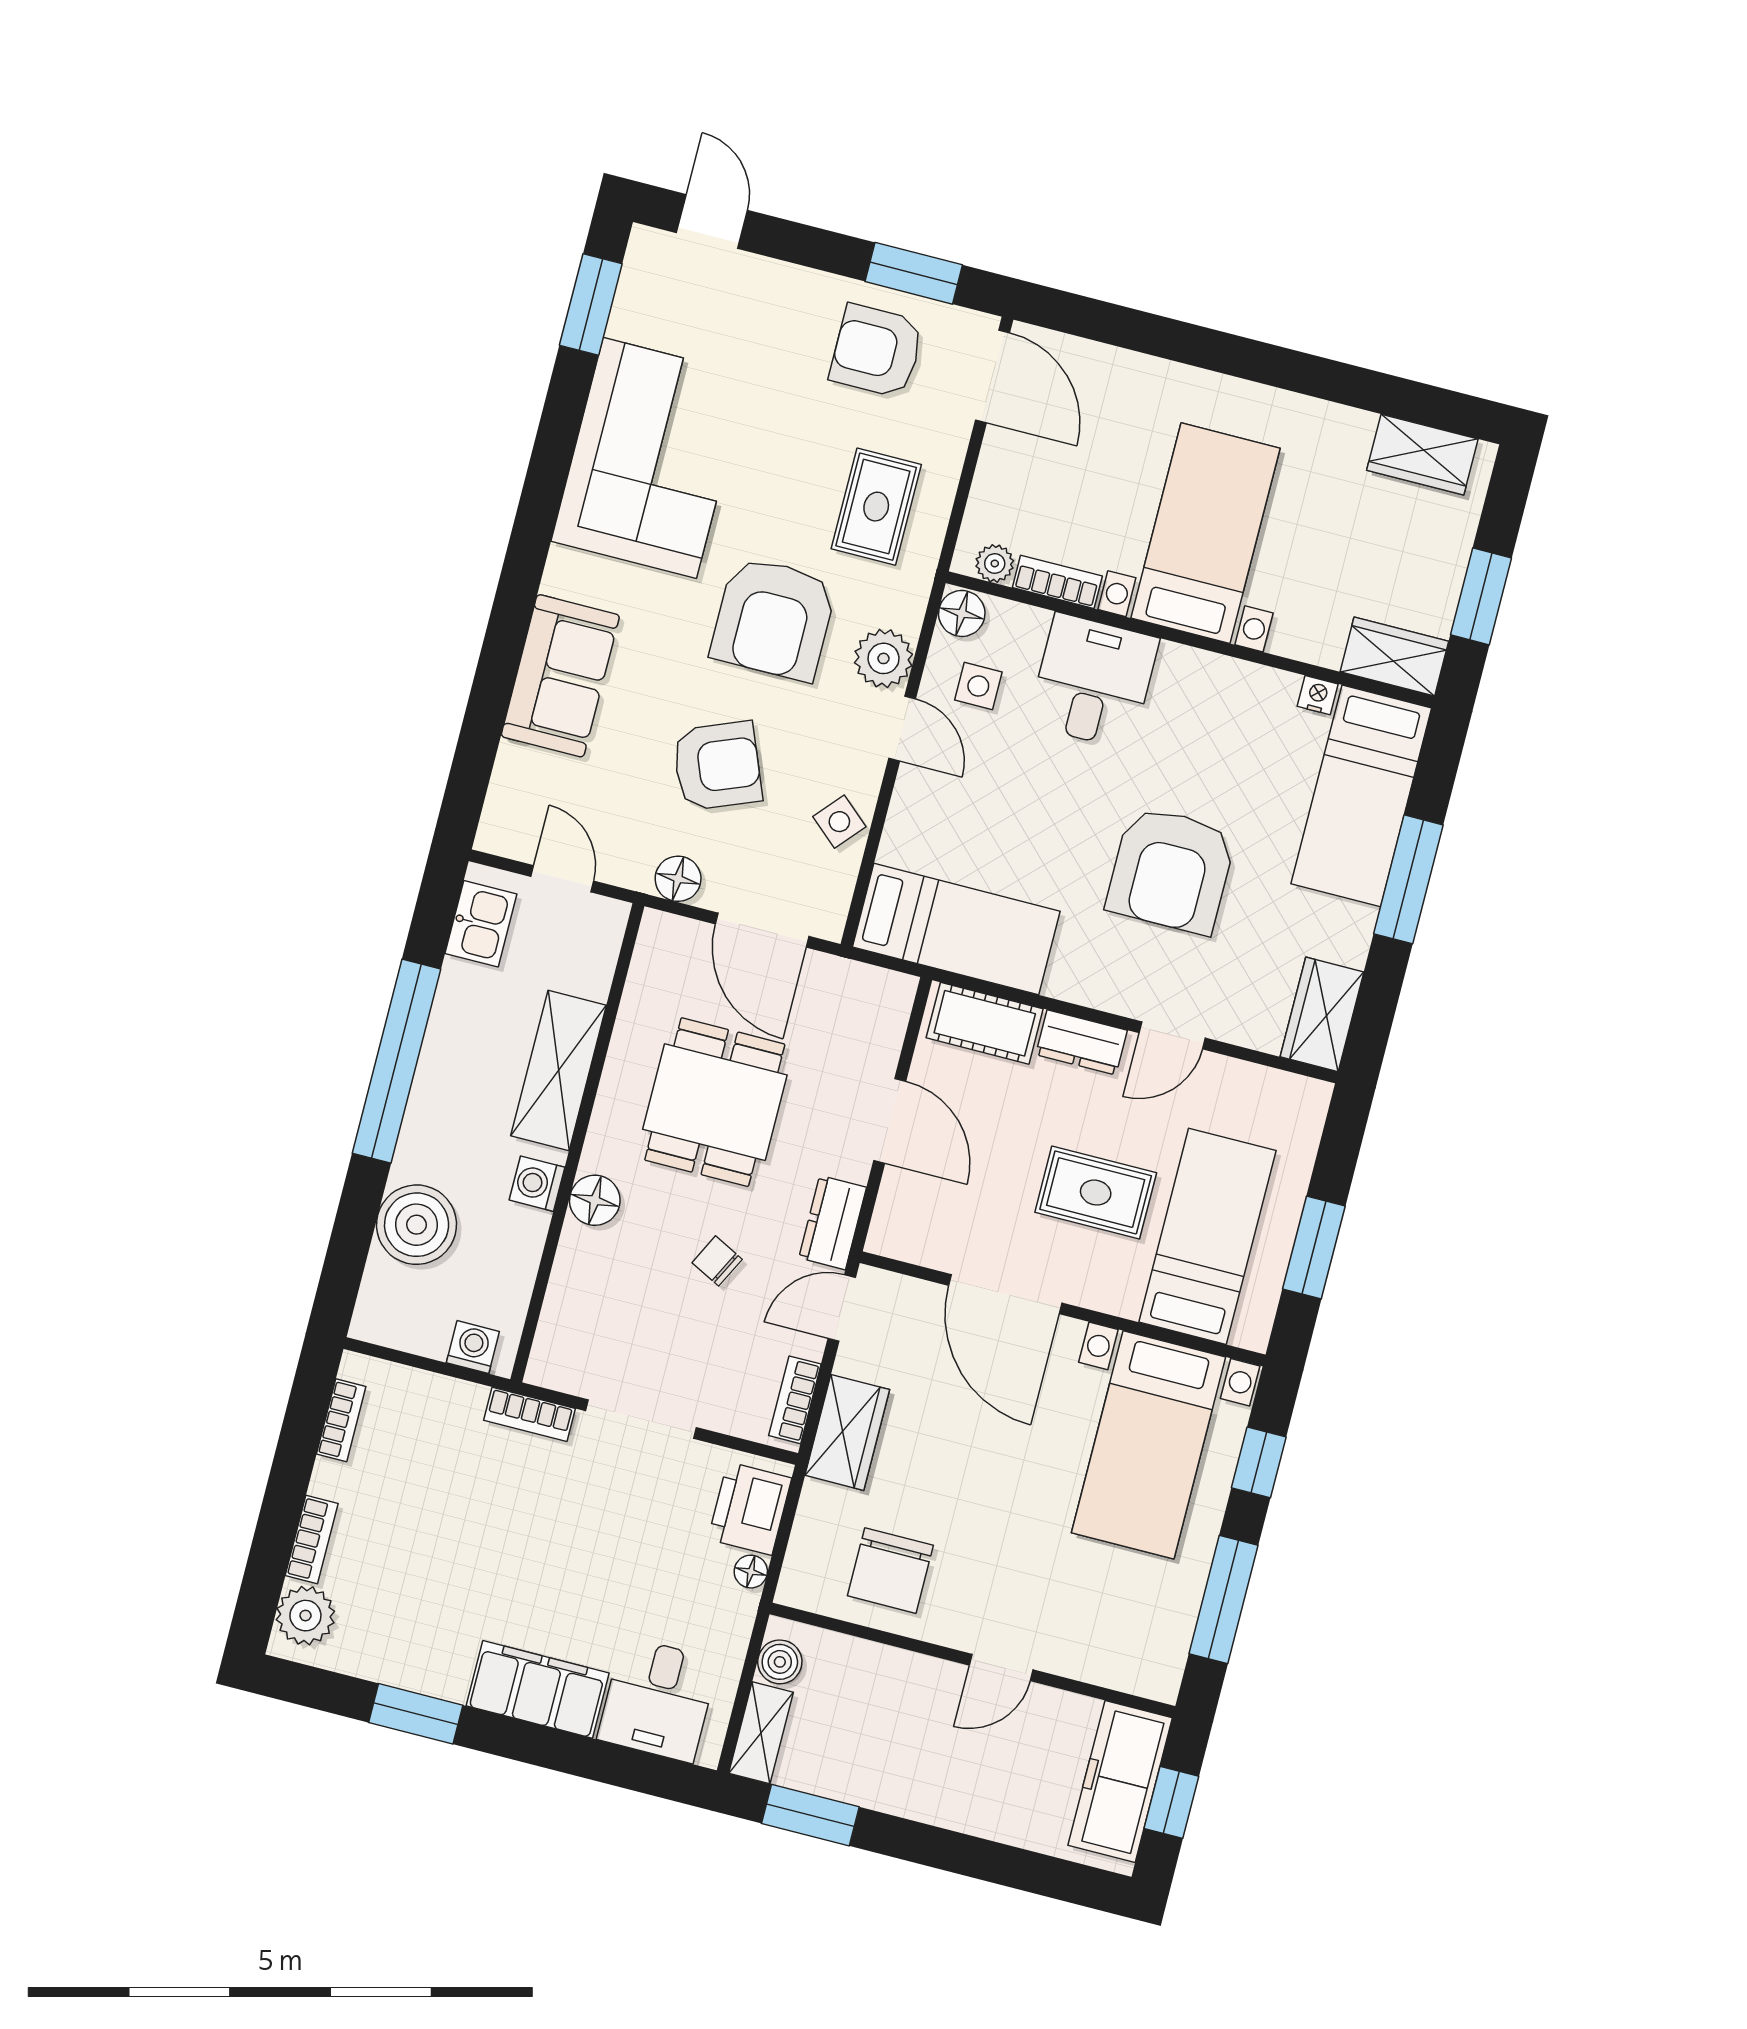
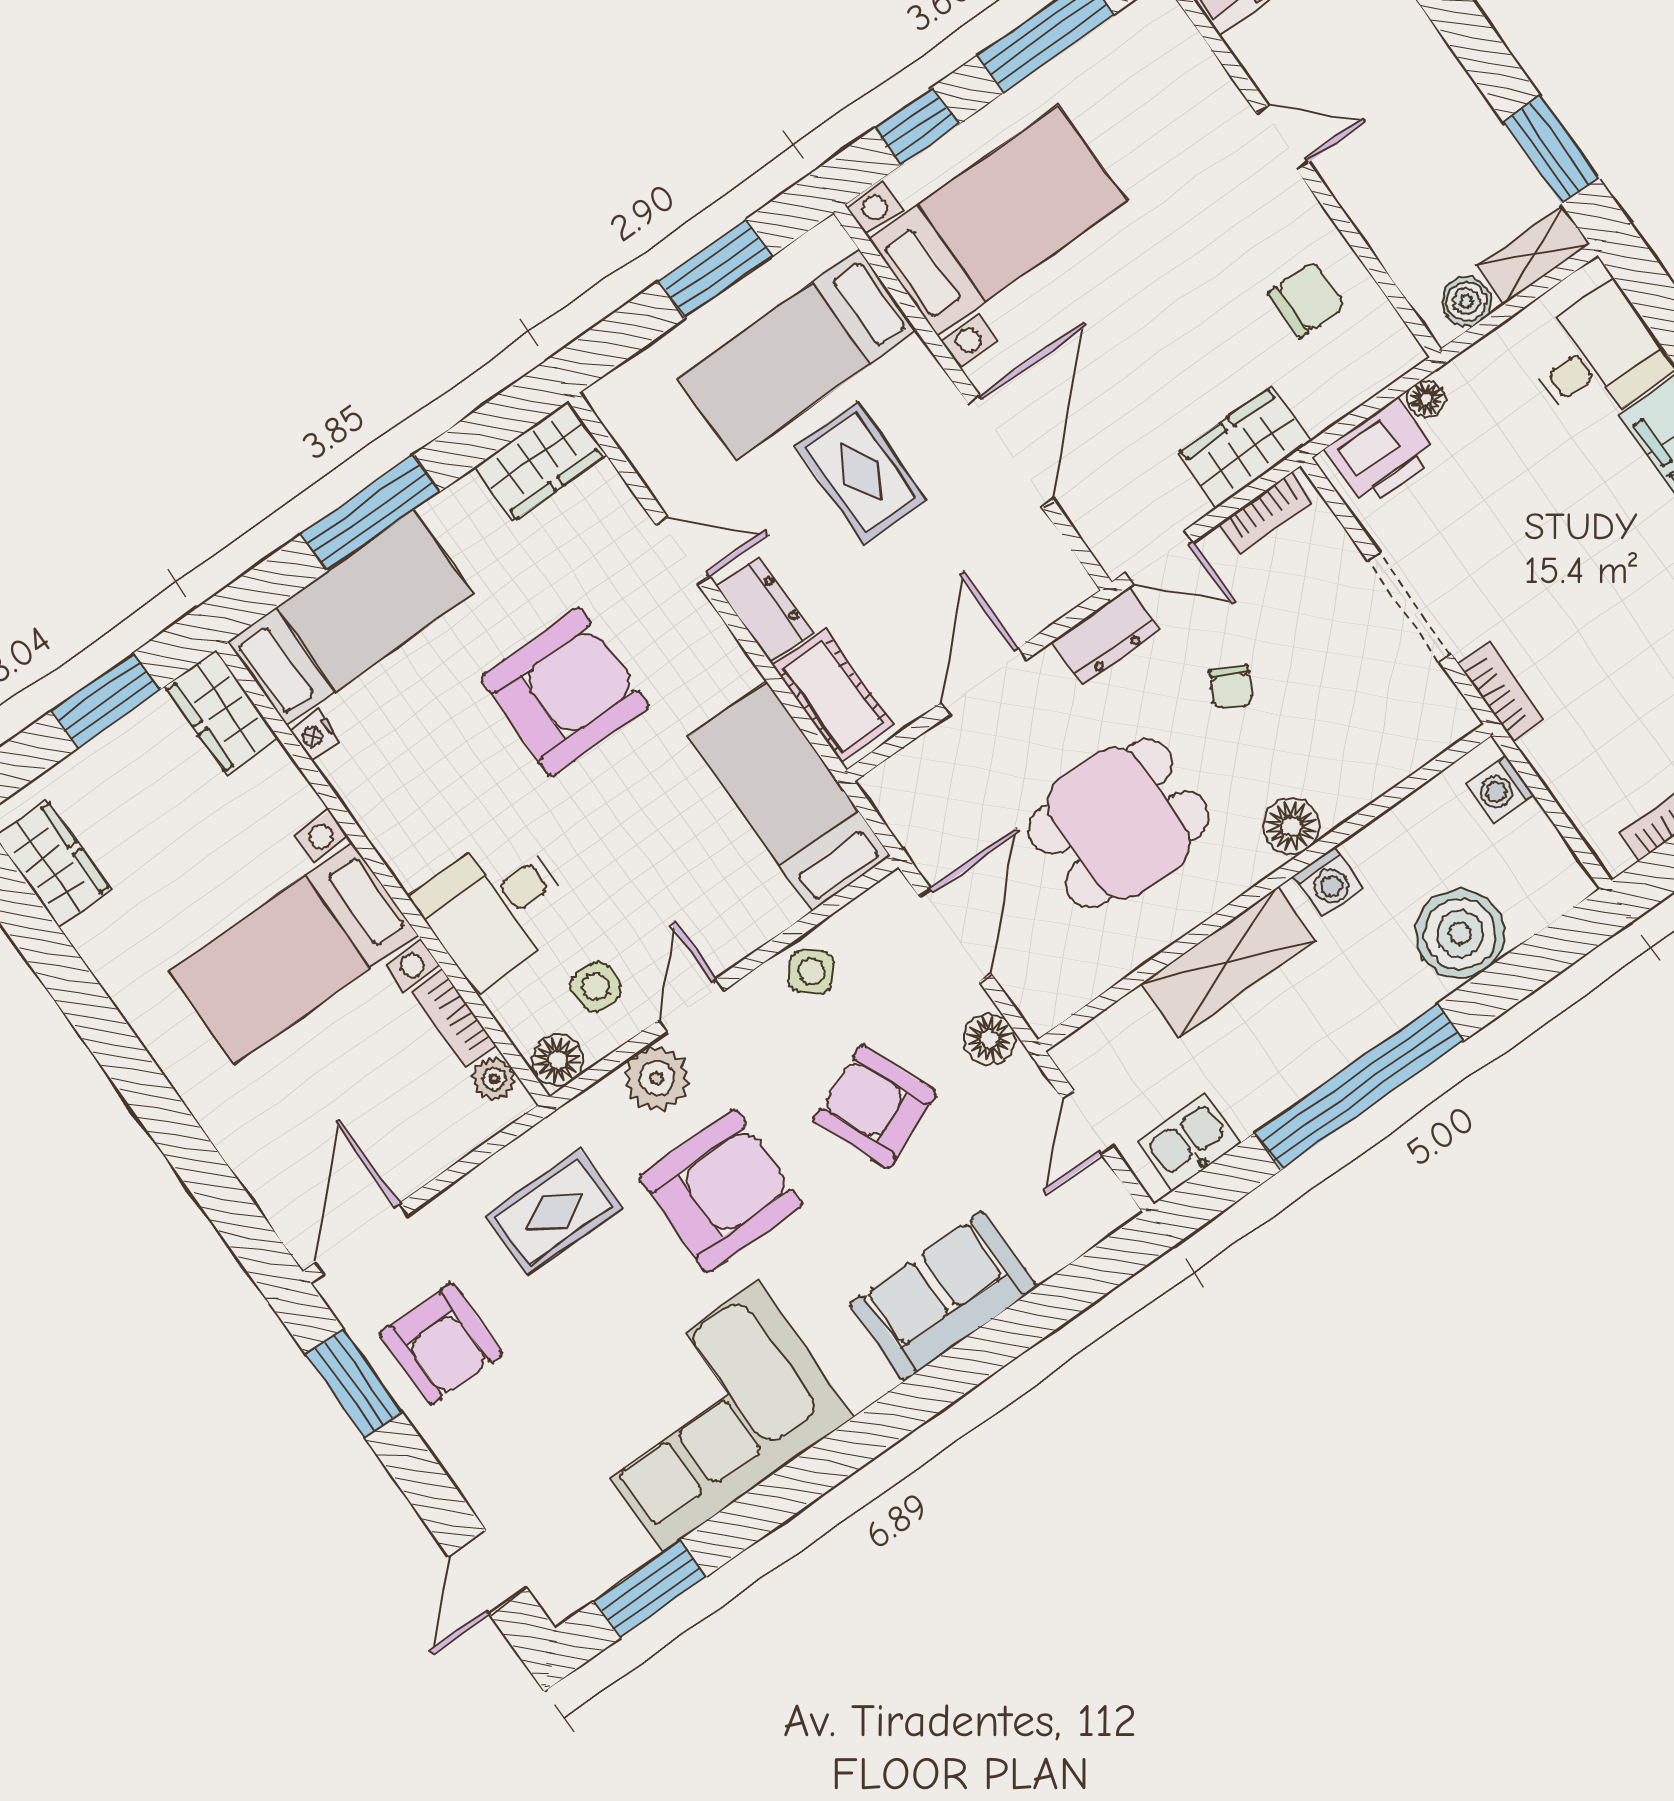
chair: (890, 1571) -> (1307, 300), width x0.73, depth x0.73

